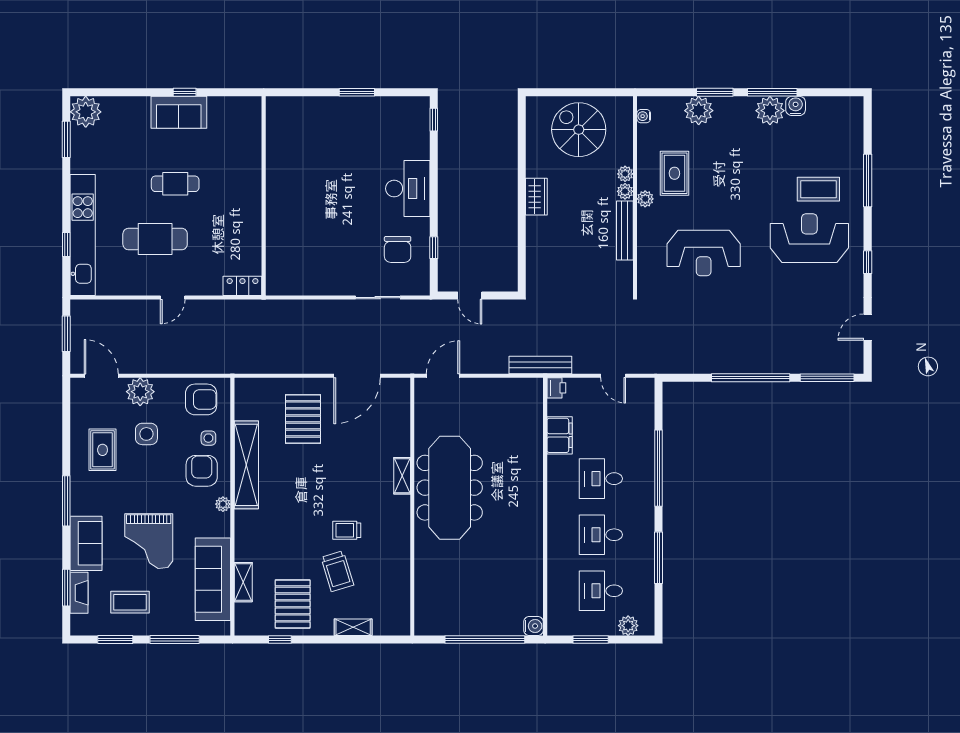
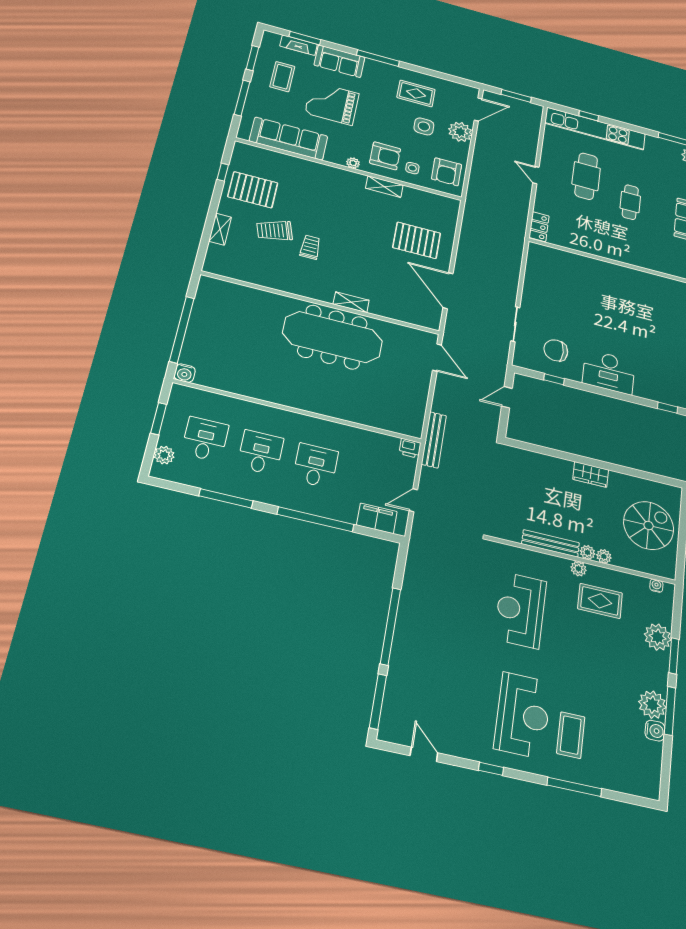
filing cabinet: (560, 435) -> (377, 518), moved, turned 180
shelving: (246, 465) -> (384, 187), width x0.45, depth x0.75
shelving: (243, 582) -> (281, 159), removed

